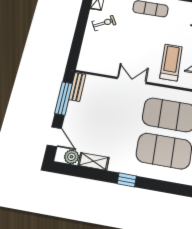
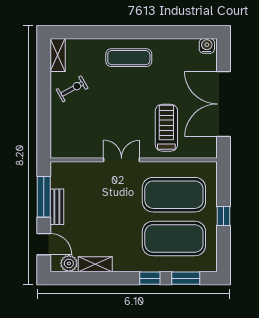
bench: (77, 87) -> (57, 207), moved
window: (127, 180) -> (150, 278), moved
window: (169, 187) -> (186, 278), added

